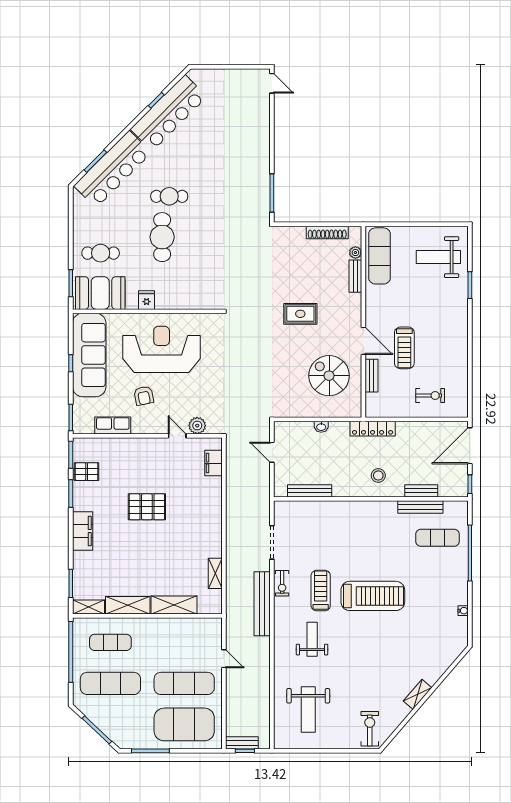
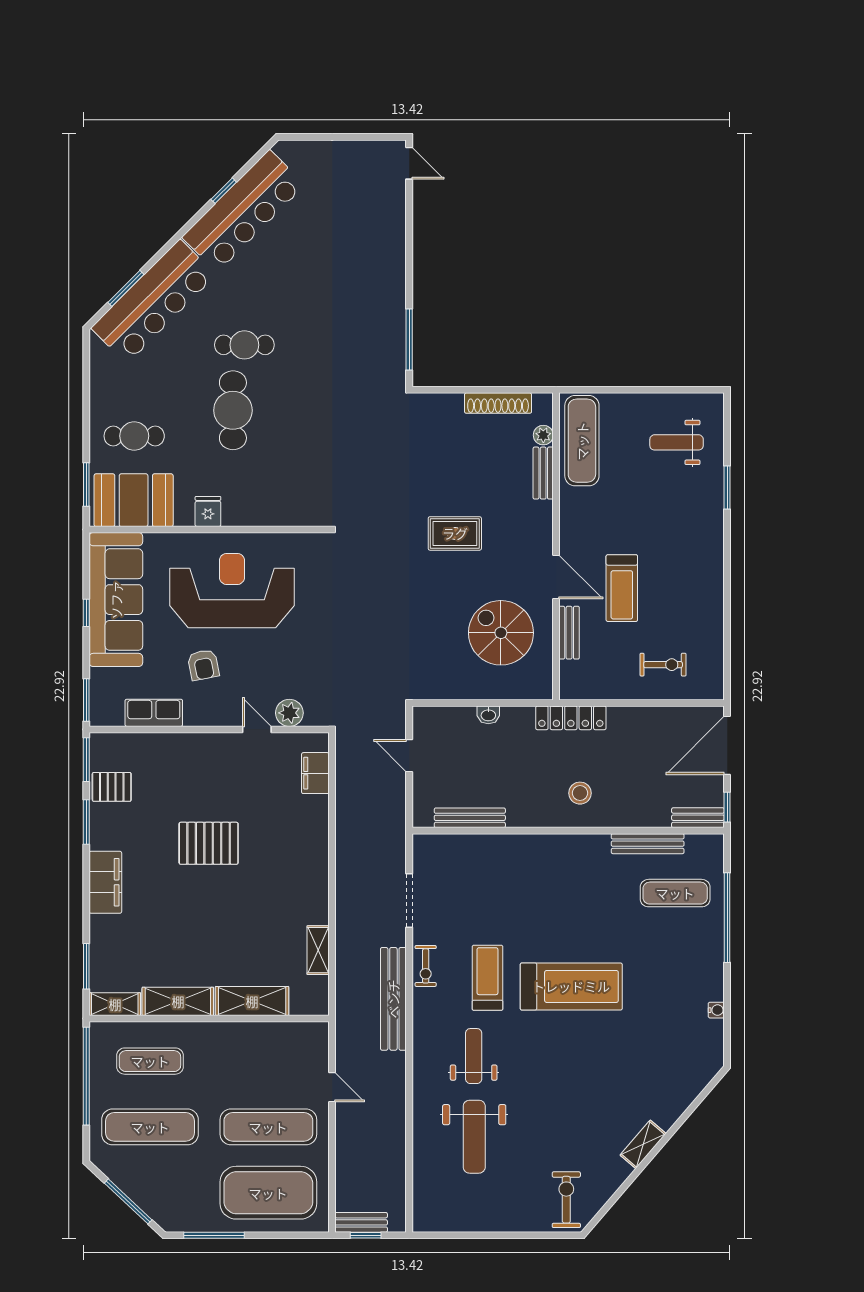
weight bench: (438, 257) -> (677, 442), width x0.73, depth x0.75
bench: (421, 491) -> (698, 818), moved
weight bench: (308, 709) -> (474, 1137), moved

